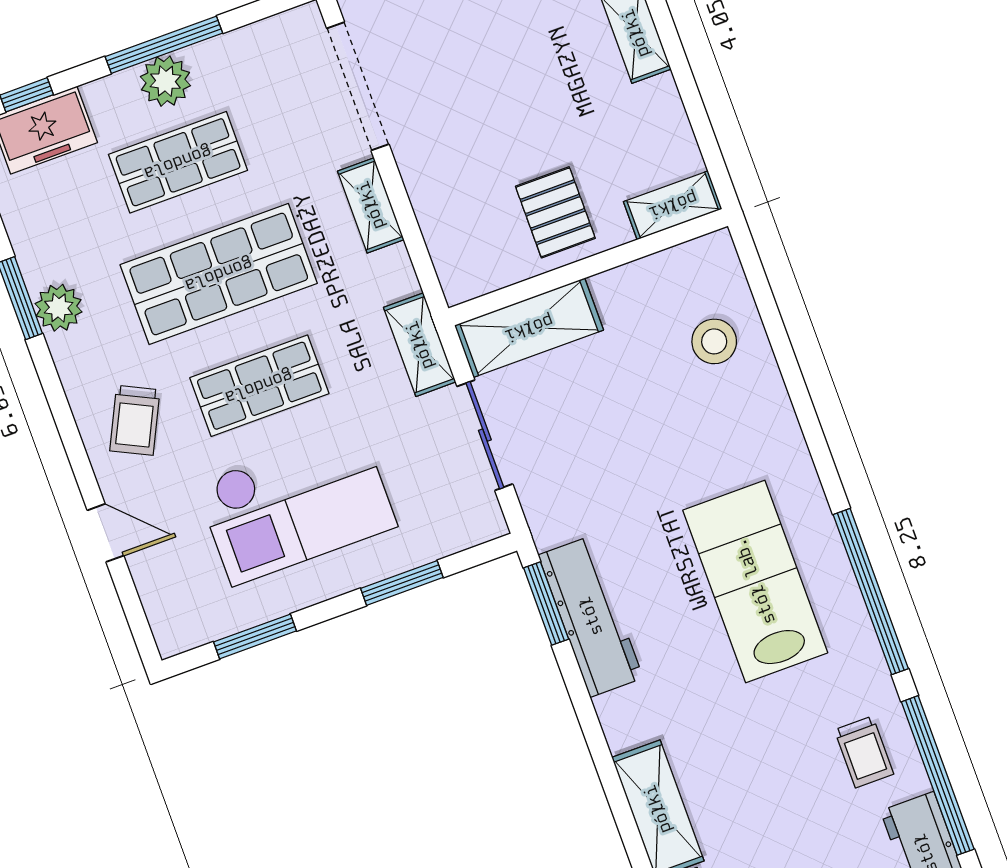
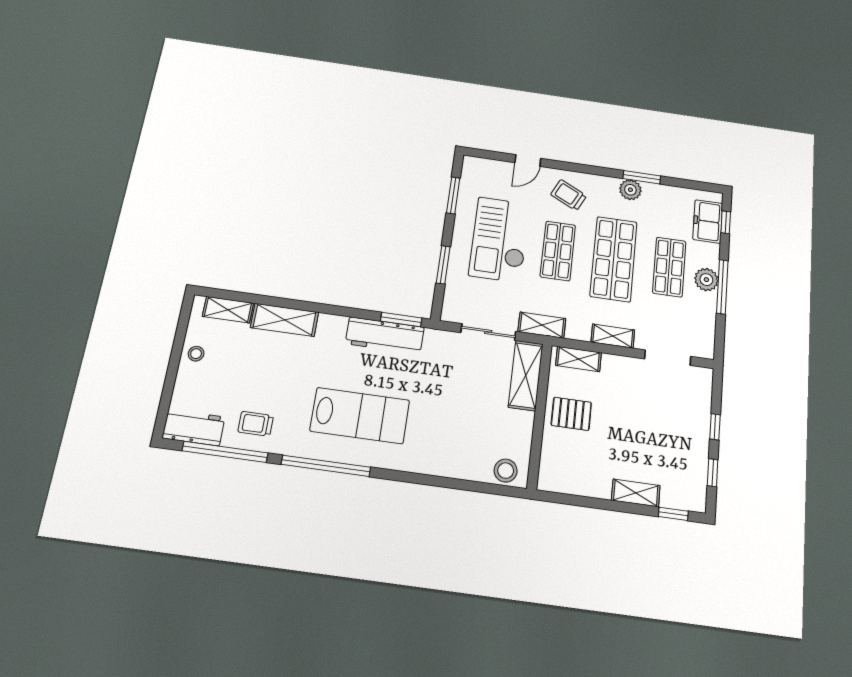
doorway: (358, 86) -> (668, 358), width x0.73
shelving: (673, 205) -> (579, 359), moved, turned 90
stool: (714, 341) -> (506, 471), moved

